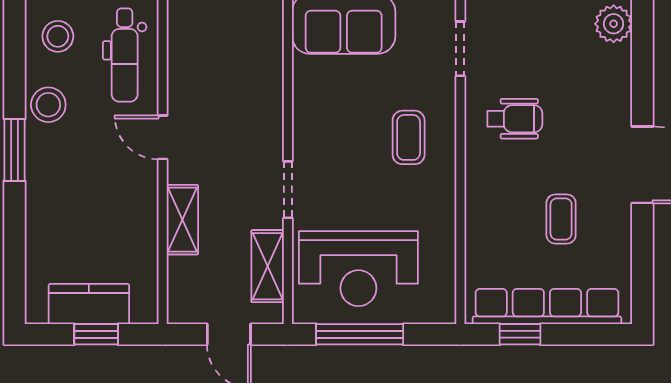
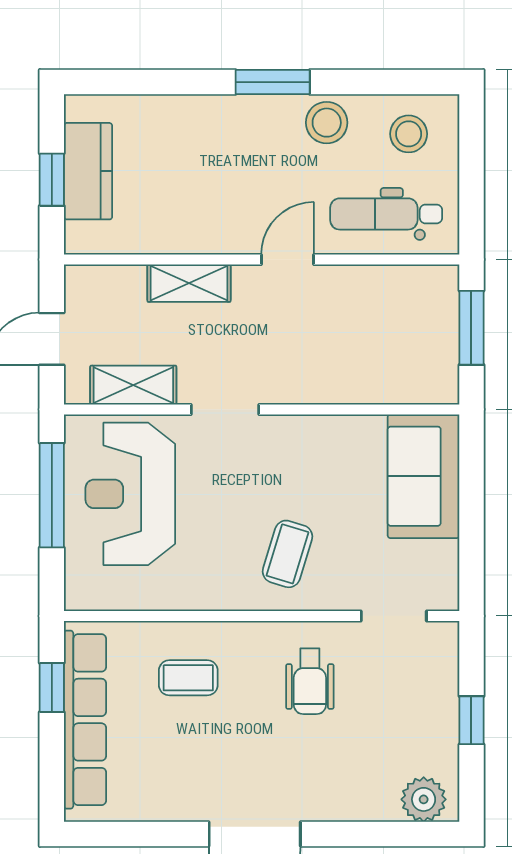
coffee table: (409, 137) -> (287, 554), turned -73
coffee table: (561, 219) -> (188, 678), moved

